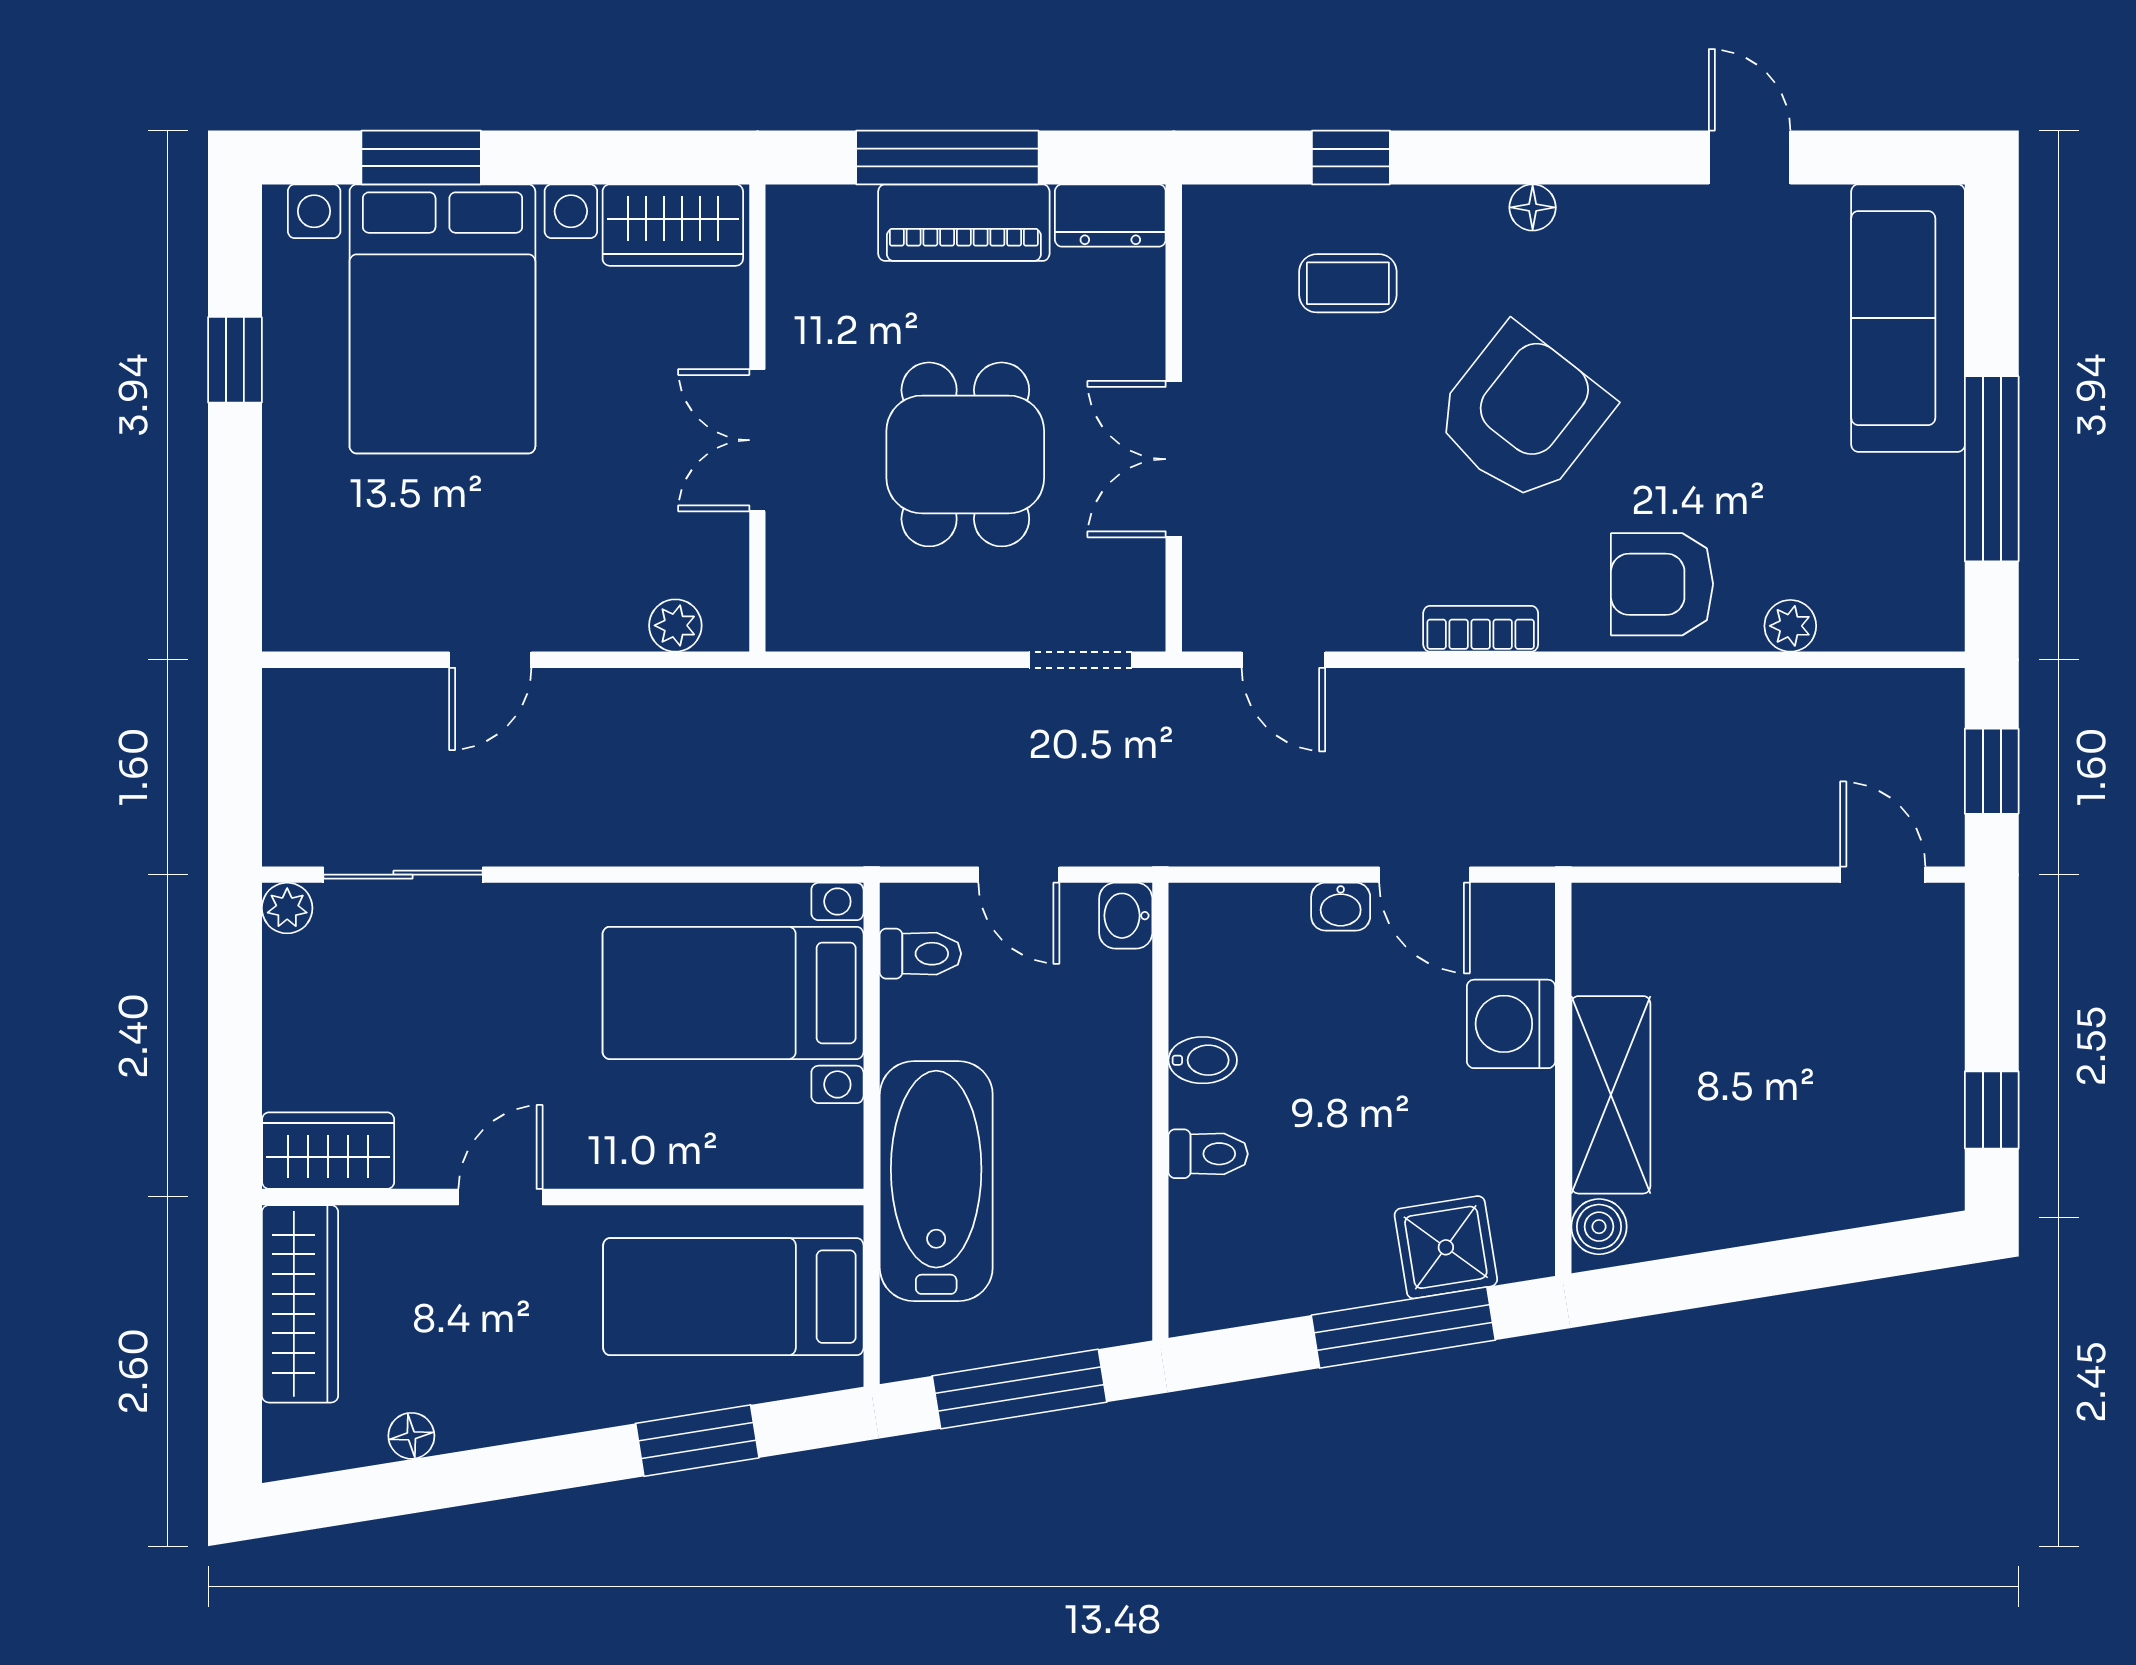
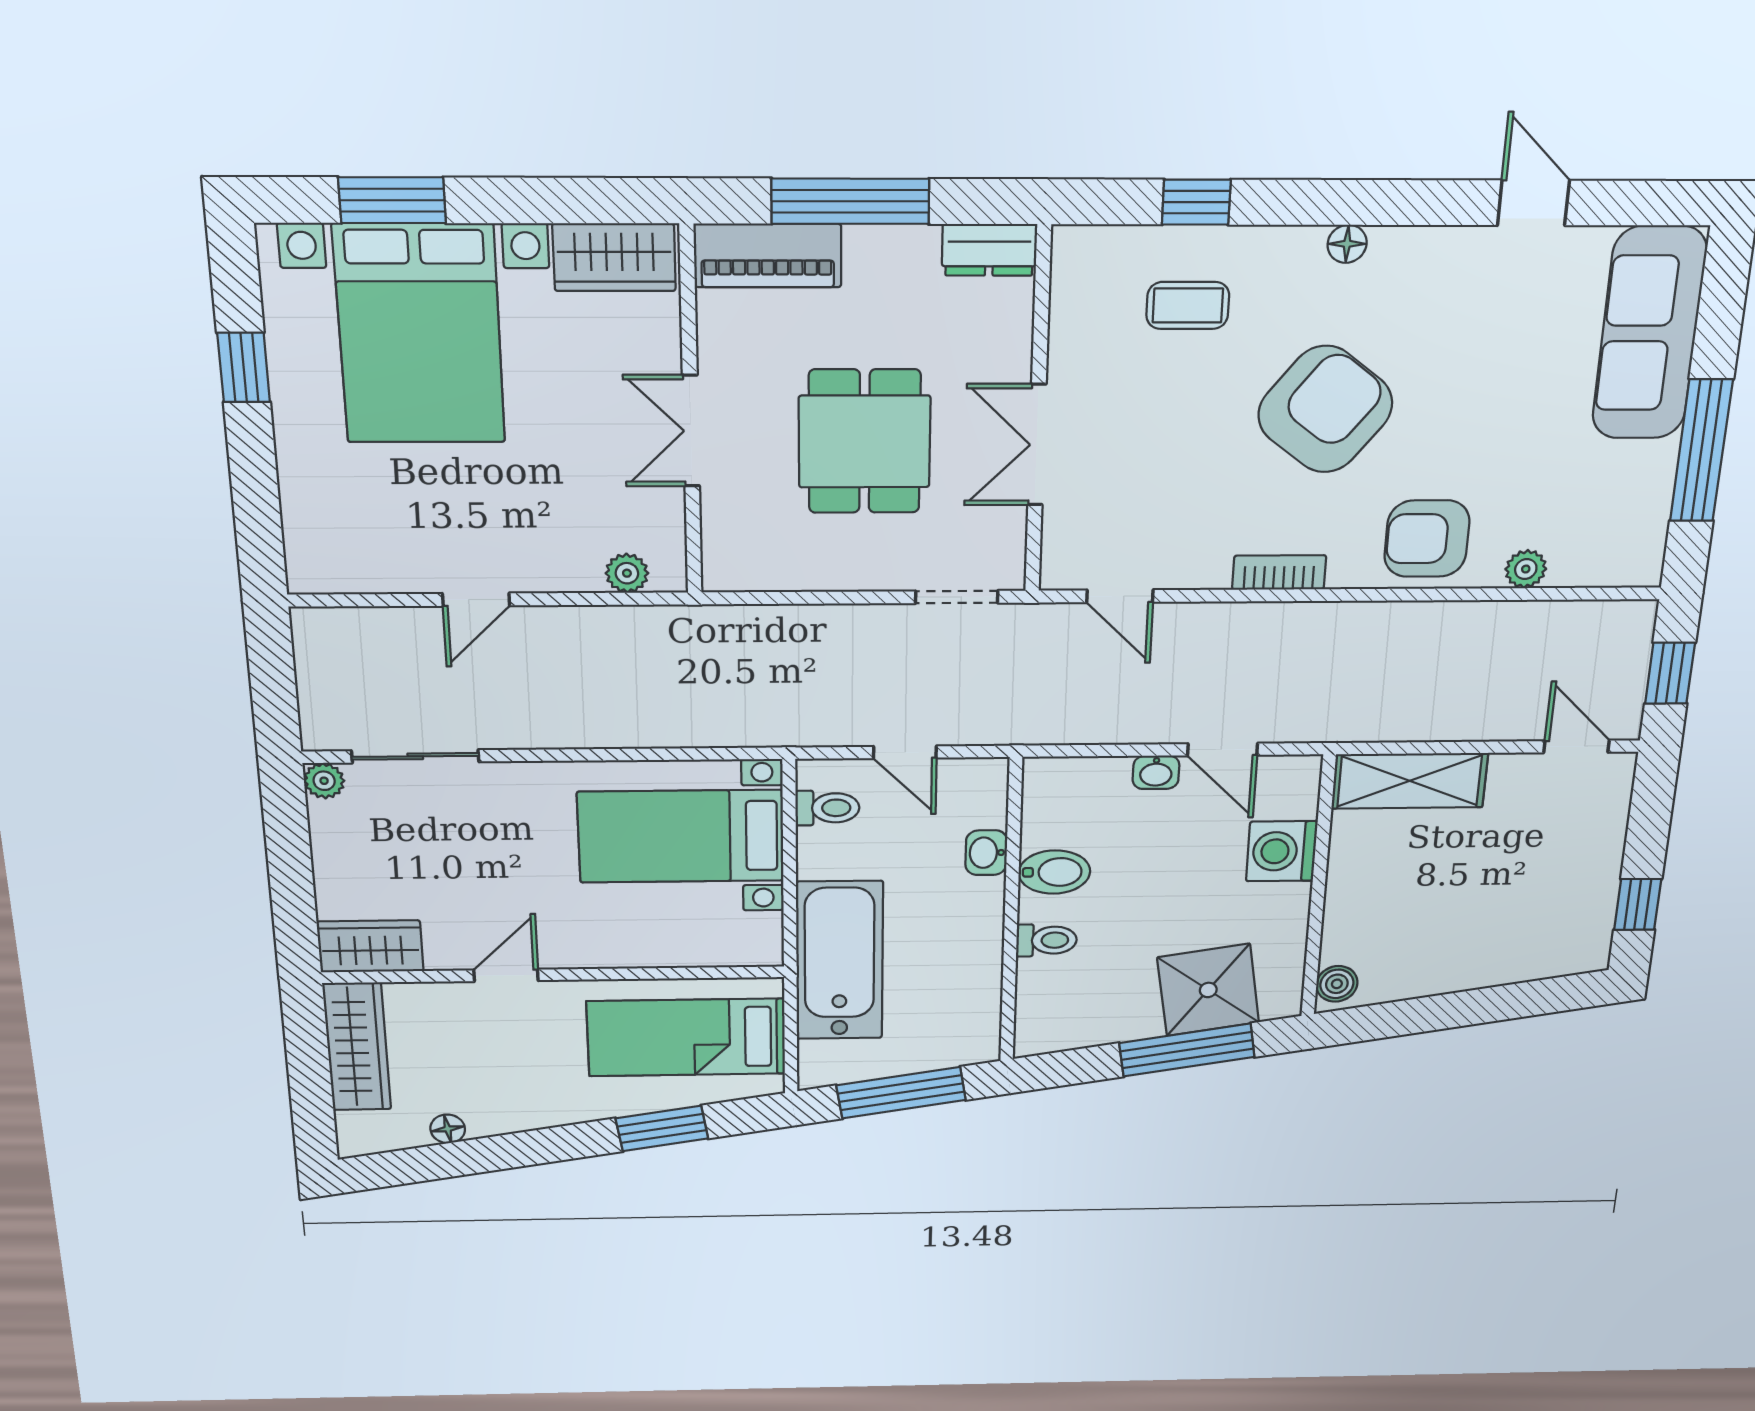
piano: (964, 223) -> (768, 255), moved
washbasin: (1126, 916) -> (986, 853), moved
bidet: (1203, 1060) -> (1054, 872), width x1.38, depth x1.36
shelving: (1611, 1095) -> (1410, 781), moved, turned 90
shower: (1446, 1247) -> (1208, 990), width x1.36, depth x1.36

